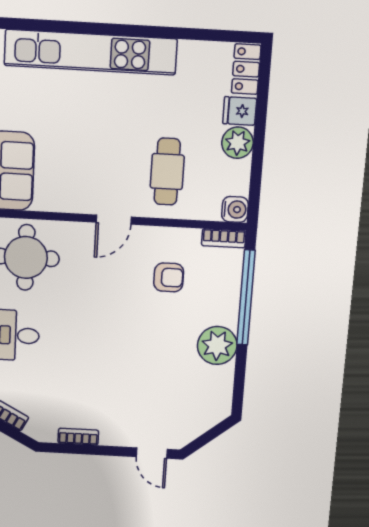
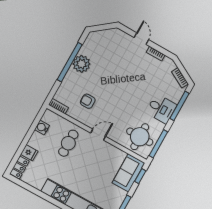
plant: (238, 143) -> (36, 141), removed
water cooler: (235, 209) -> (42, 127), moved
window: (246, 298) -> (70, 62), moved
door: (152, 453) -> (141, 39), moved

